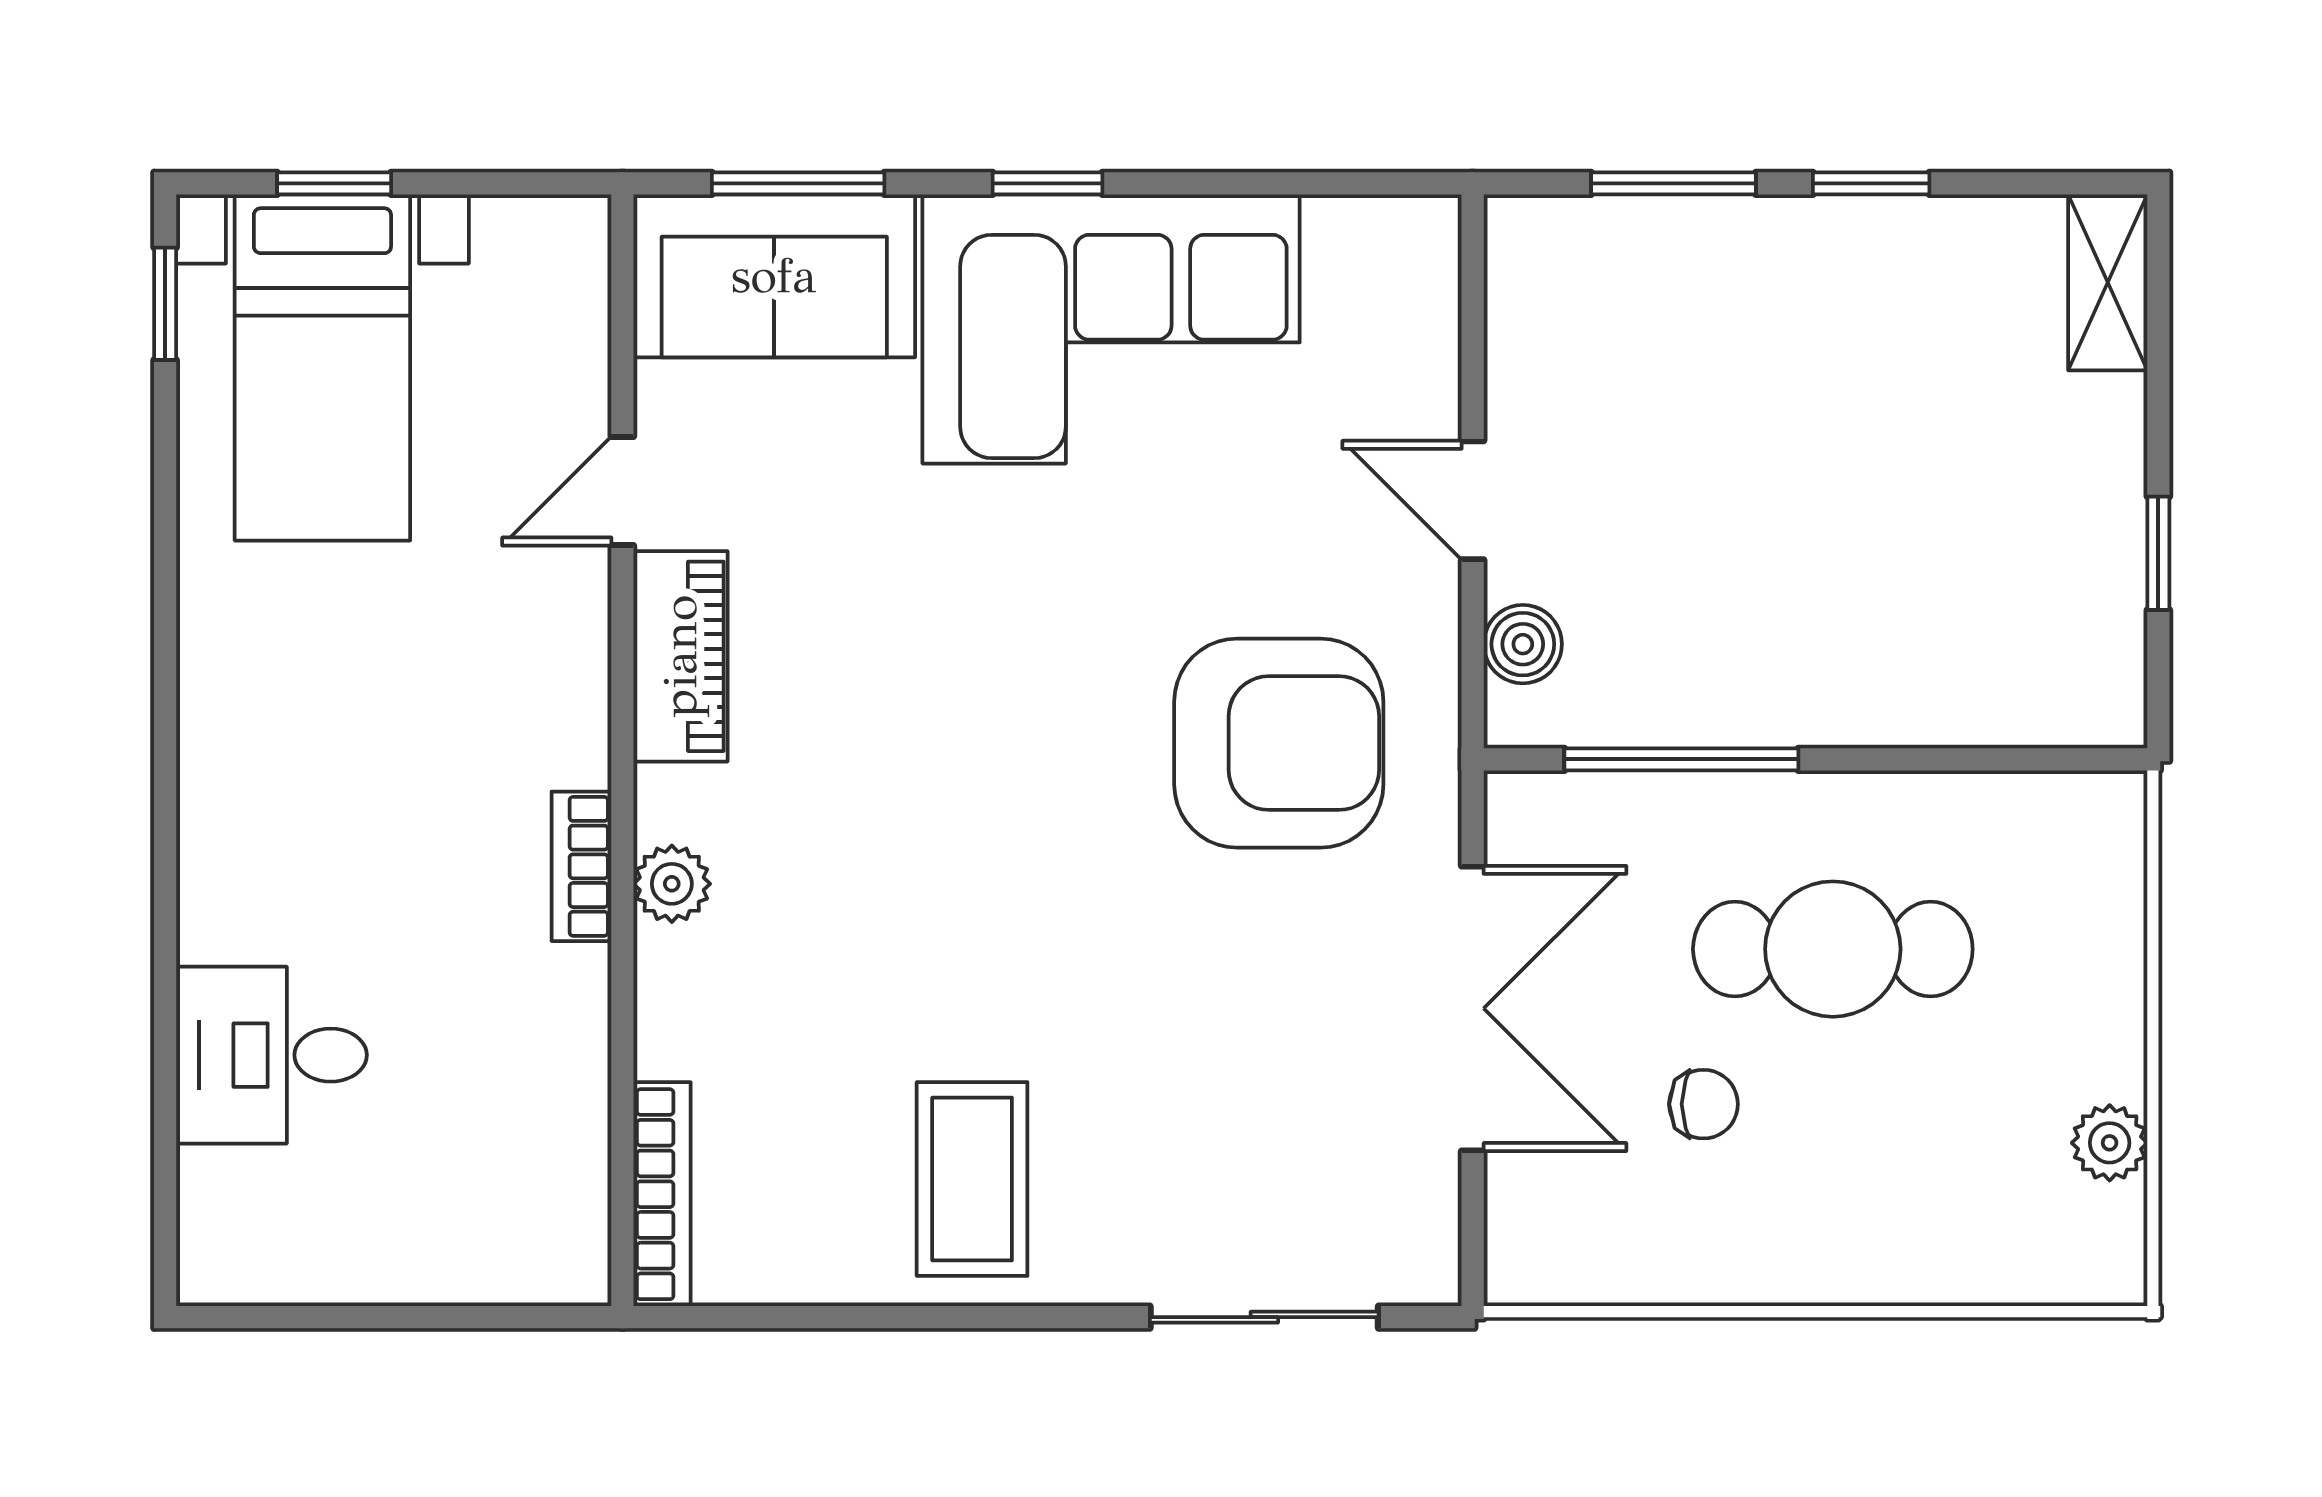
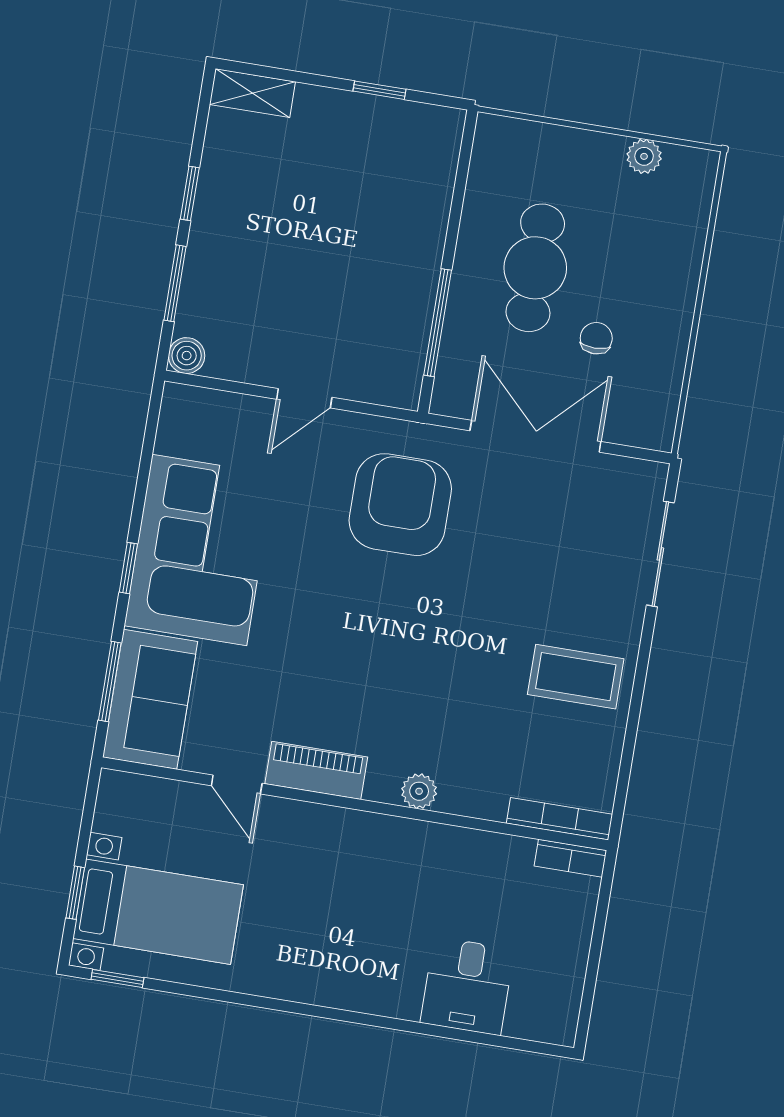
boiler: (1523, 644) -> (187, 356), moved
bookcase: (581, 866) -> (570, 858), moved

